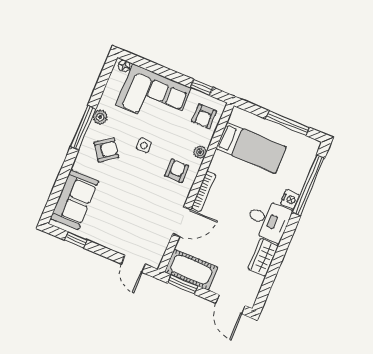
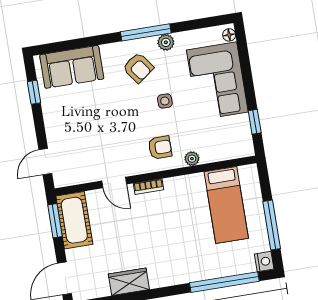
armchair: (204, 116) -> (229, 141), removed
bookcase: (204, 191) -> (148, 187), width x0.64
nightstand: (290, 199) -> (264, 261), moved, turned -90
desk: (268, 220) -> (167, 264), removed
door: (182, 222) -> (114, 182), width x0.73

